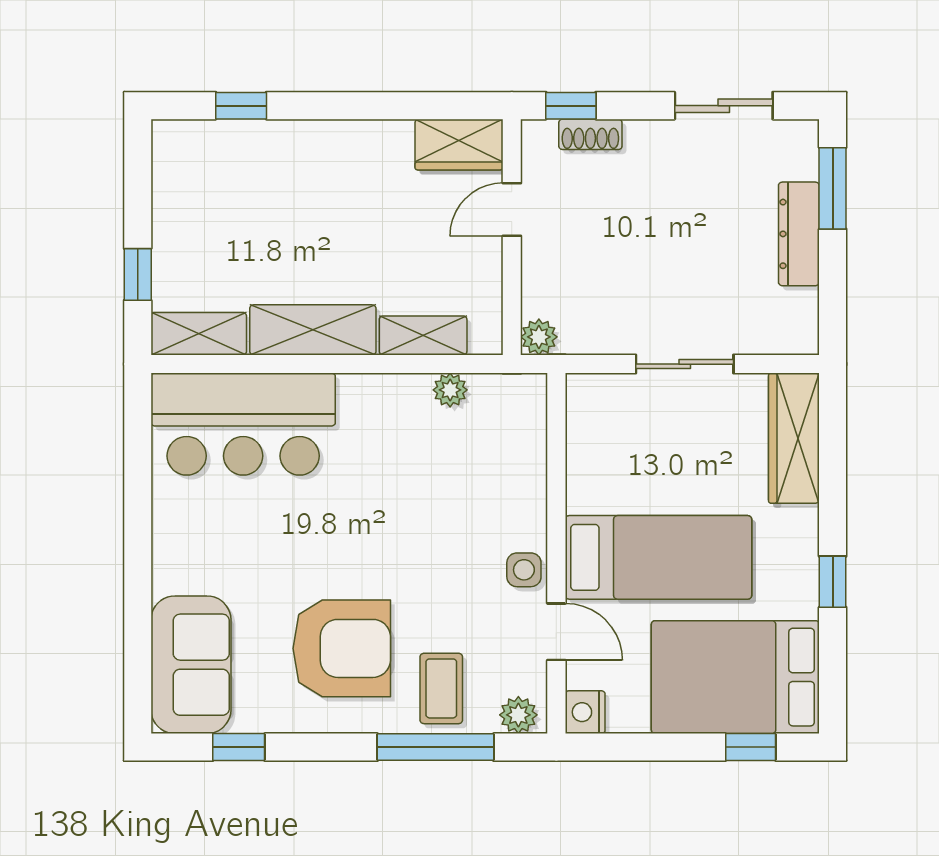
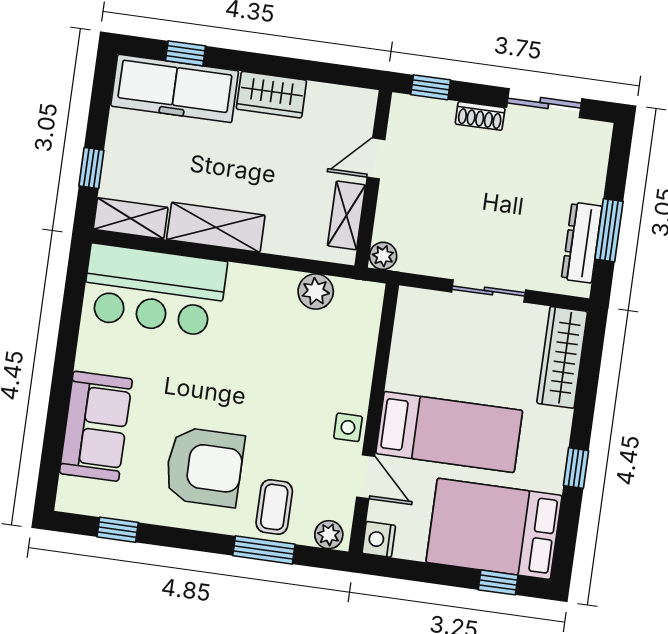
shoe rack: (590, 134) -> (480, 116), moved
wardrobe: (459, 145) -> (271, 95), moved
freezer: (233, 154) -> (175, 88), added
window: (833, 188) -> (609, 230), moved
dresser: (799, 234) -> (582, 243), moved
shelving: (423, 335) -> (347, 215), moved, turned 90
plant: (450, 390) -> (316, 292), width x1.38, depth x1.38
sofa: (191, 665) -> (96, 426), moved
window: (436, 747) -> (264, 550), width x0.69

